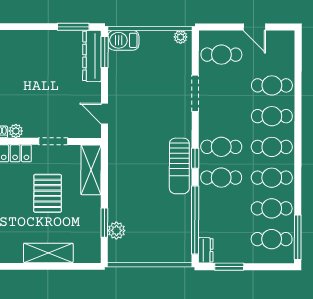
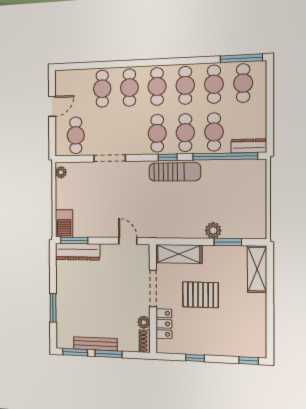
window: (73, 27) -> (53, 308), moved
door: (104, 114) -> (128, 241), swing flipped
doorway: (53, 141) -> (153, 288), width x1.38
cafe table: (221, 208) -> (214, 132), added
plant: (116, 231) -> (213, 230), moved
dresser: (206, 250) -> (249, 146), width x1.44
shelving: (48, 253) -> (257, 269), moved
window: (229, 267) -> (270, 123), removed

